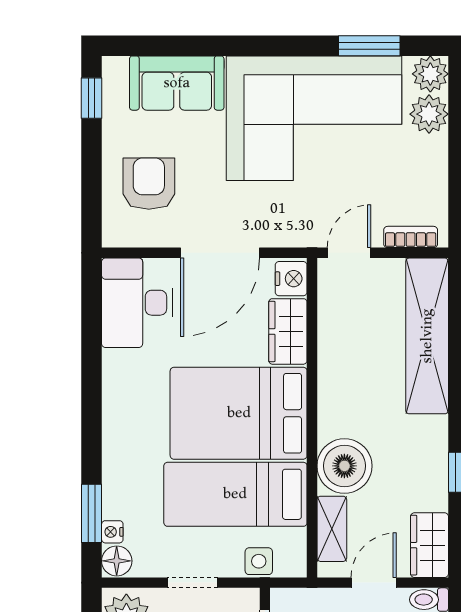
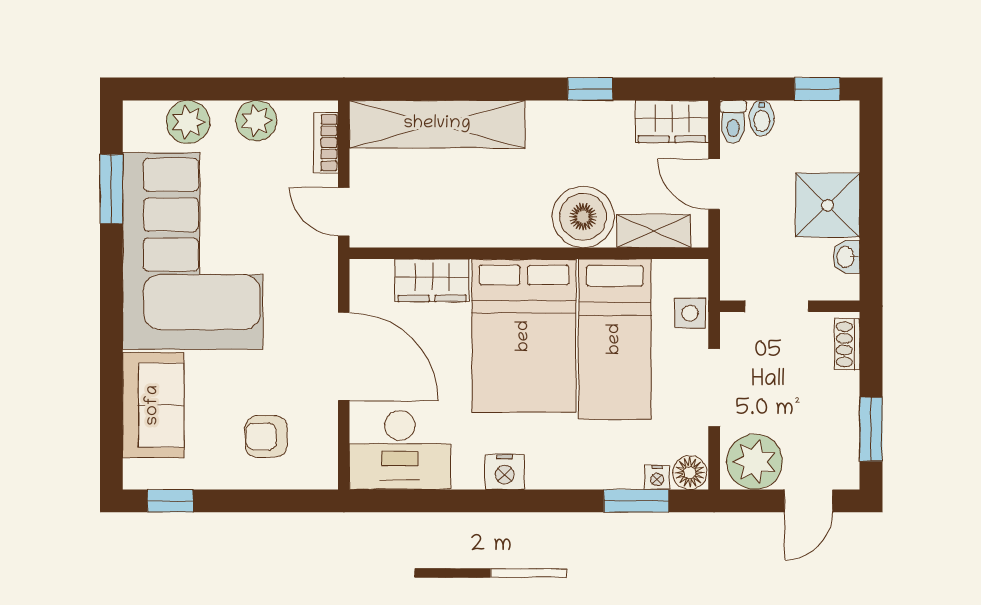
plant: (430, 74) -> (256, 121), moved
armchair: (149, 184) -> (266, 436), width x0.72, depth x0.72
nightstand: (291, 279) -> (505, 472), moved, turned 180
doorway: (192, 583) -> (714, 388), width x1.38

